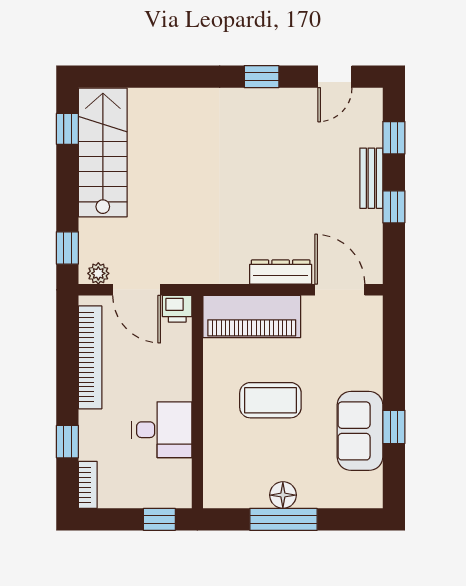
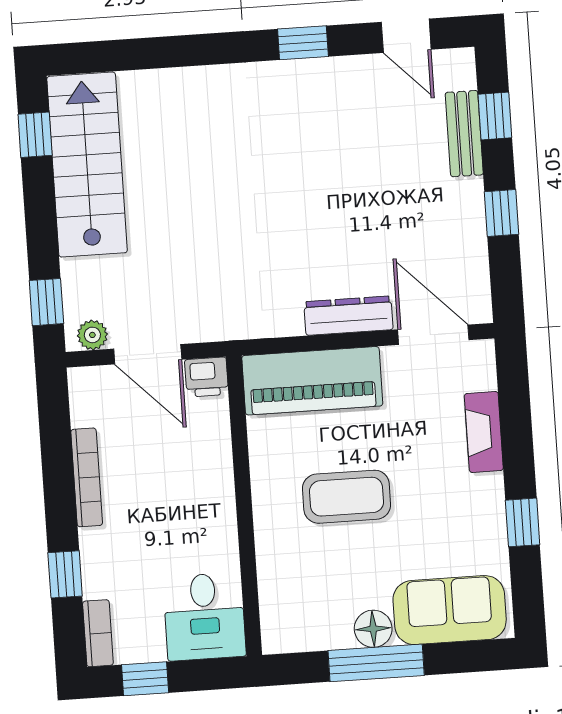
door: (335, 77) -> (406, 36), hinge flipped
bench: (371, 178) -> (464, 134), moved
bookcase: (90, 357) -> (87, 477), width x0.68, depth x0.76
fireplace: (371, 361) -> (484, 432), added
desk: (162, 430) -> (204, 617), moved, turned 90
sofa: (360, 431) -> (450, 610), moved, turned 90
window: (159, 519) -> (145, 679), moved

